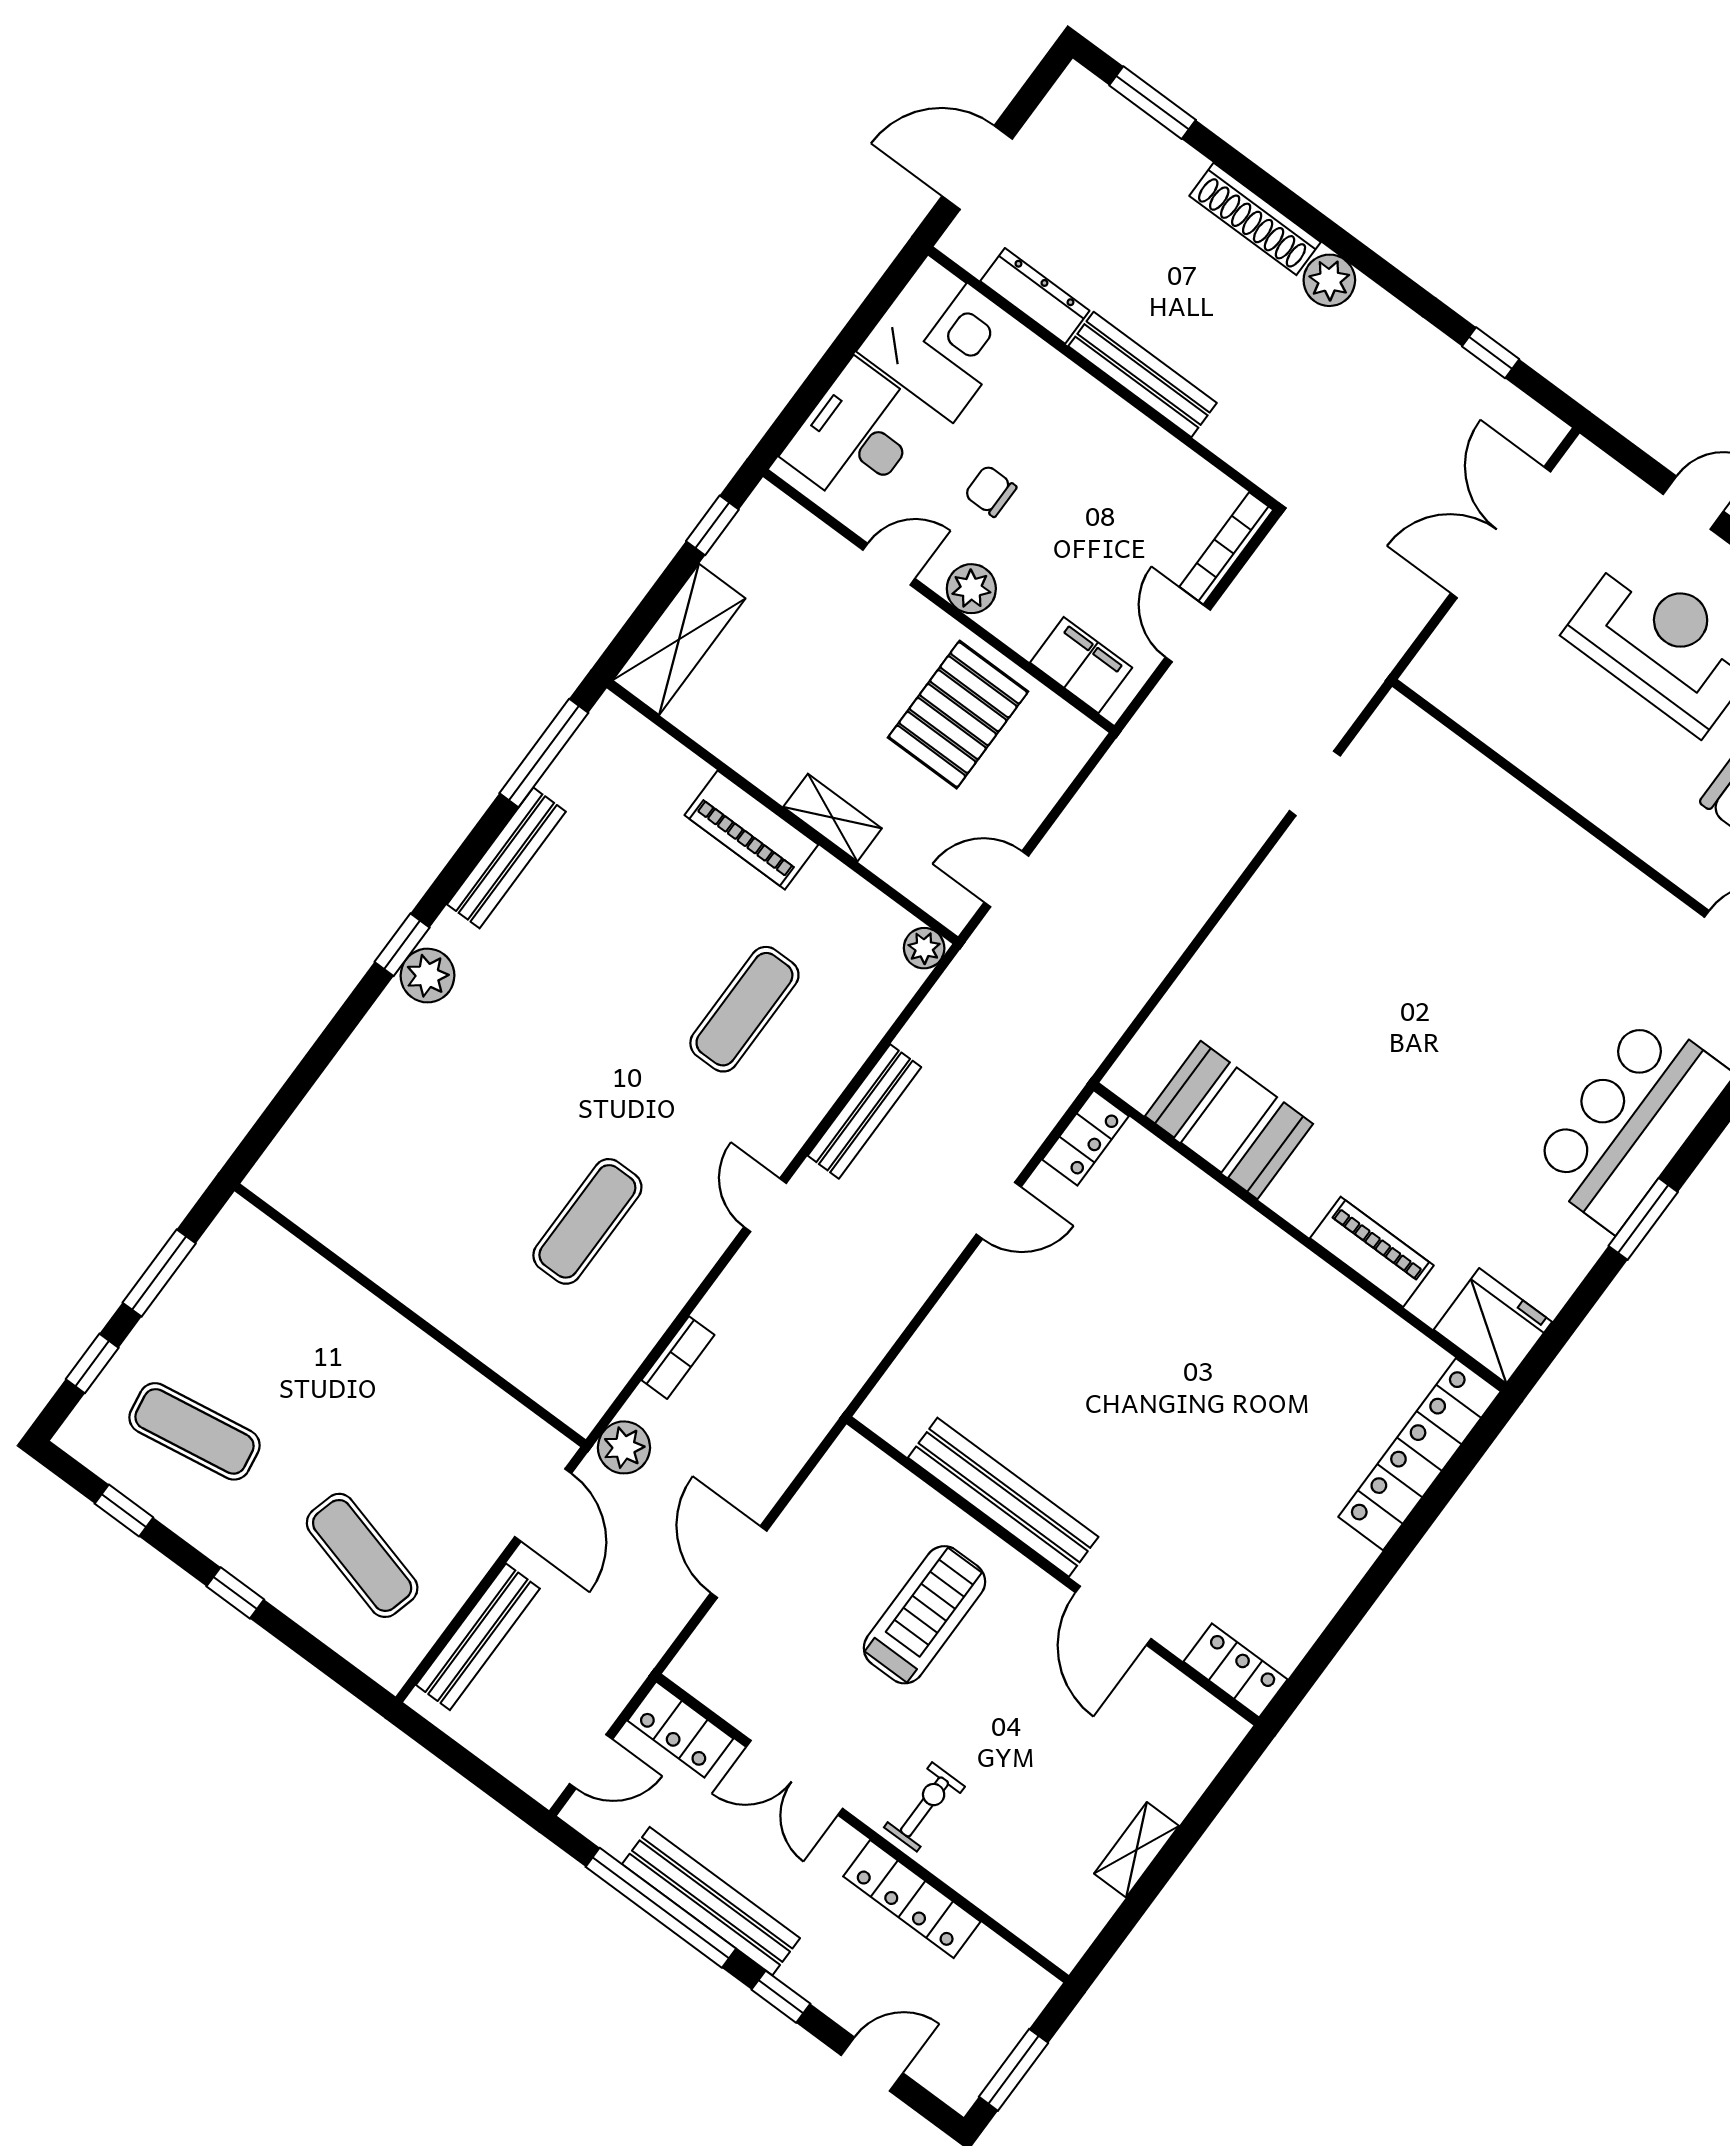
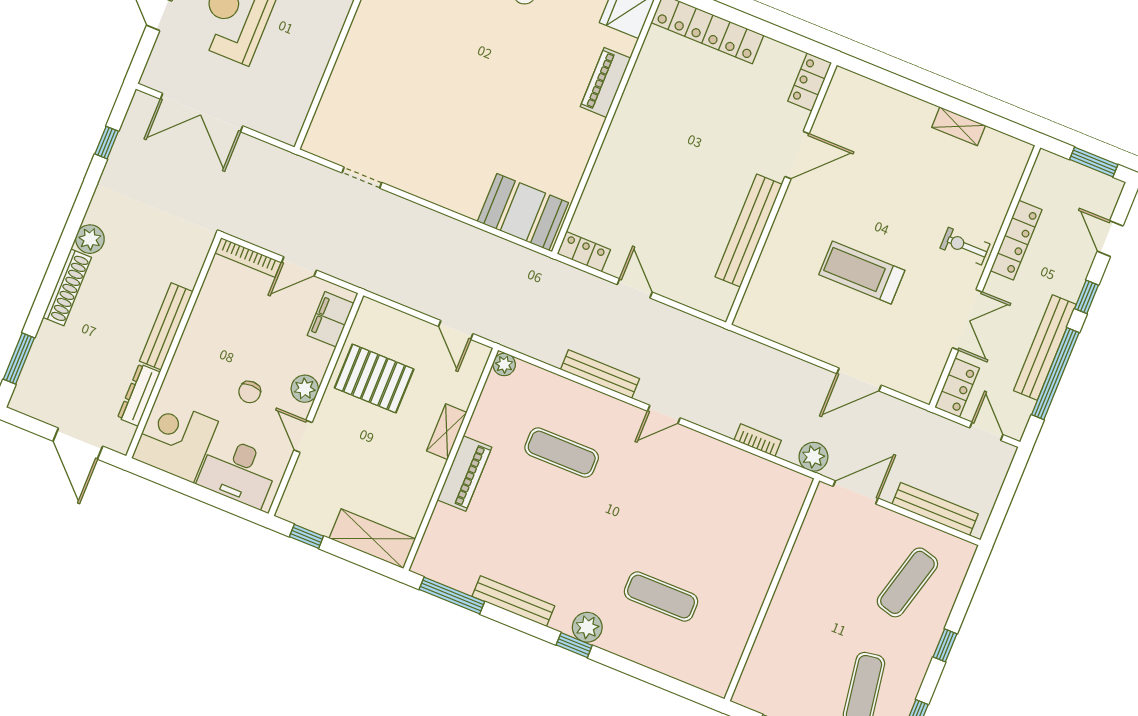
booth: (1229, 1120) -> (523, 212), moved, turned 90
exercise mat: (587, 1221) -> (661, 597), moved
bench: (1003, 1497) -> (749, 231), moved
wall: (1053, 1571) -> (781, 194), moved
door: (1113, 1616) -> (797, 155), moved
locker: (1236, 1671) -> (810, 82), moved

